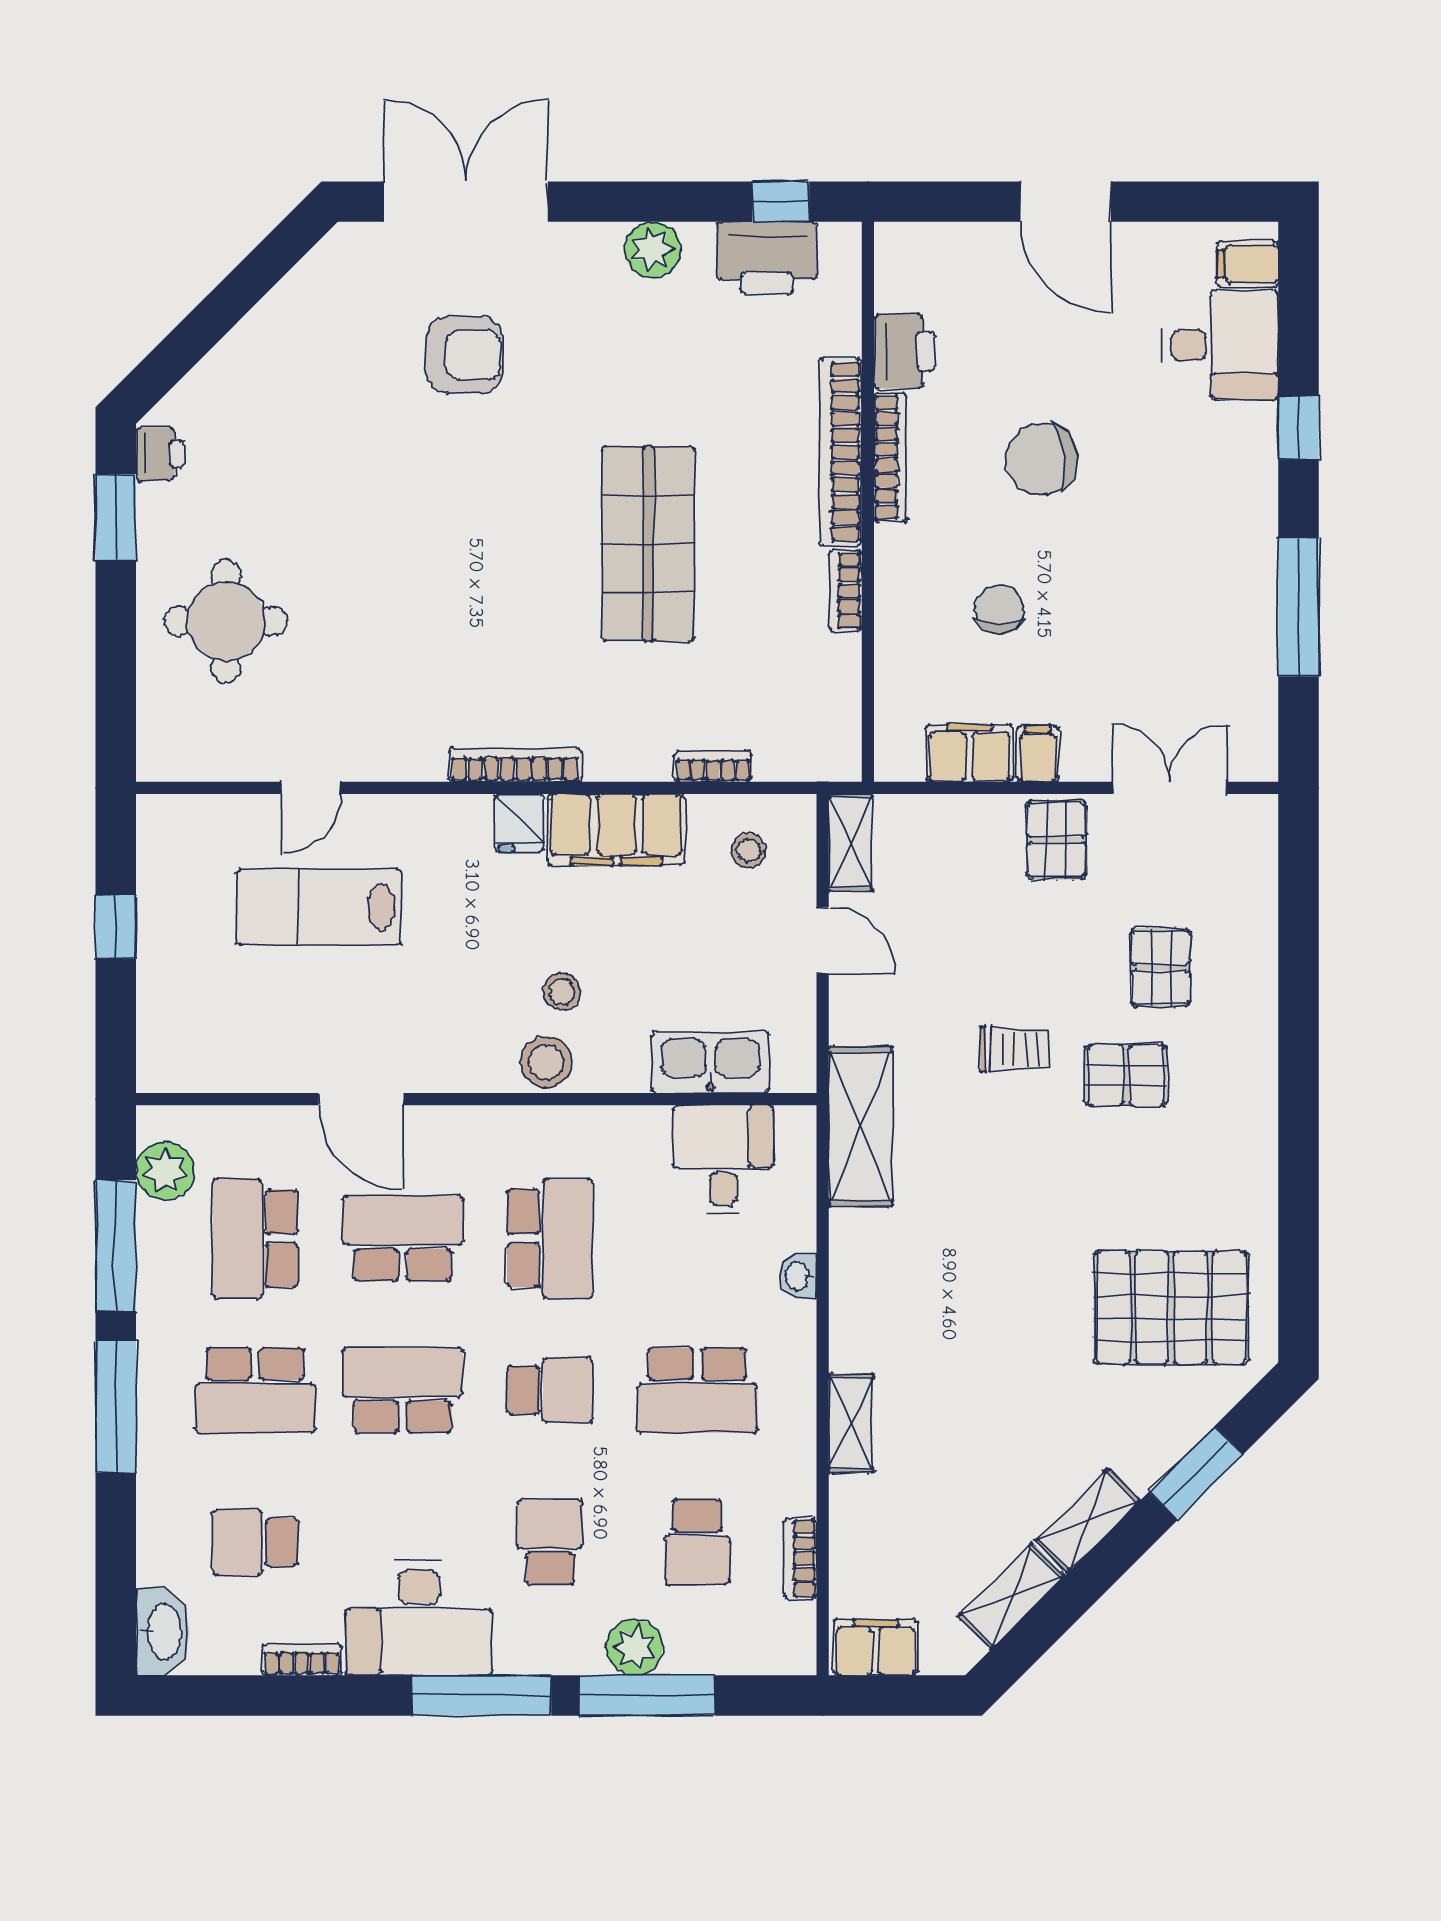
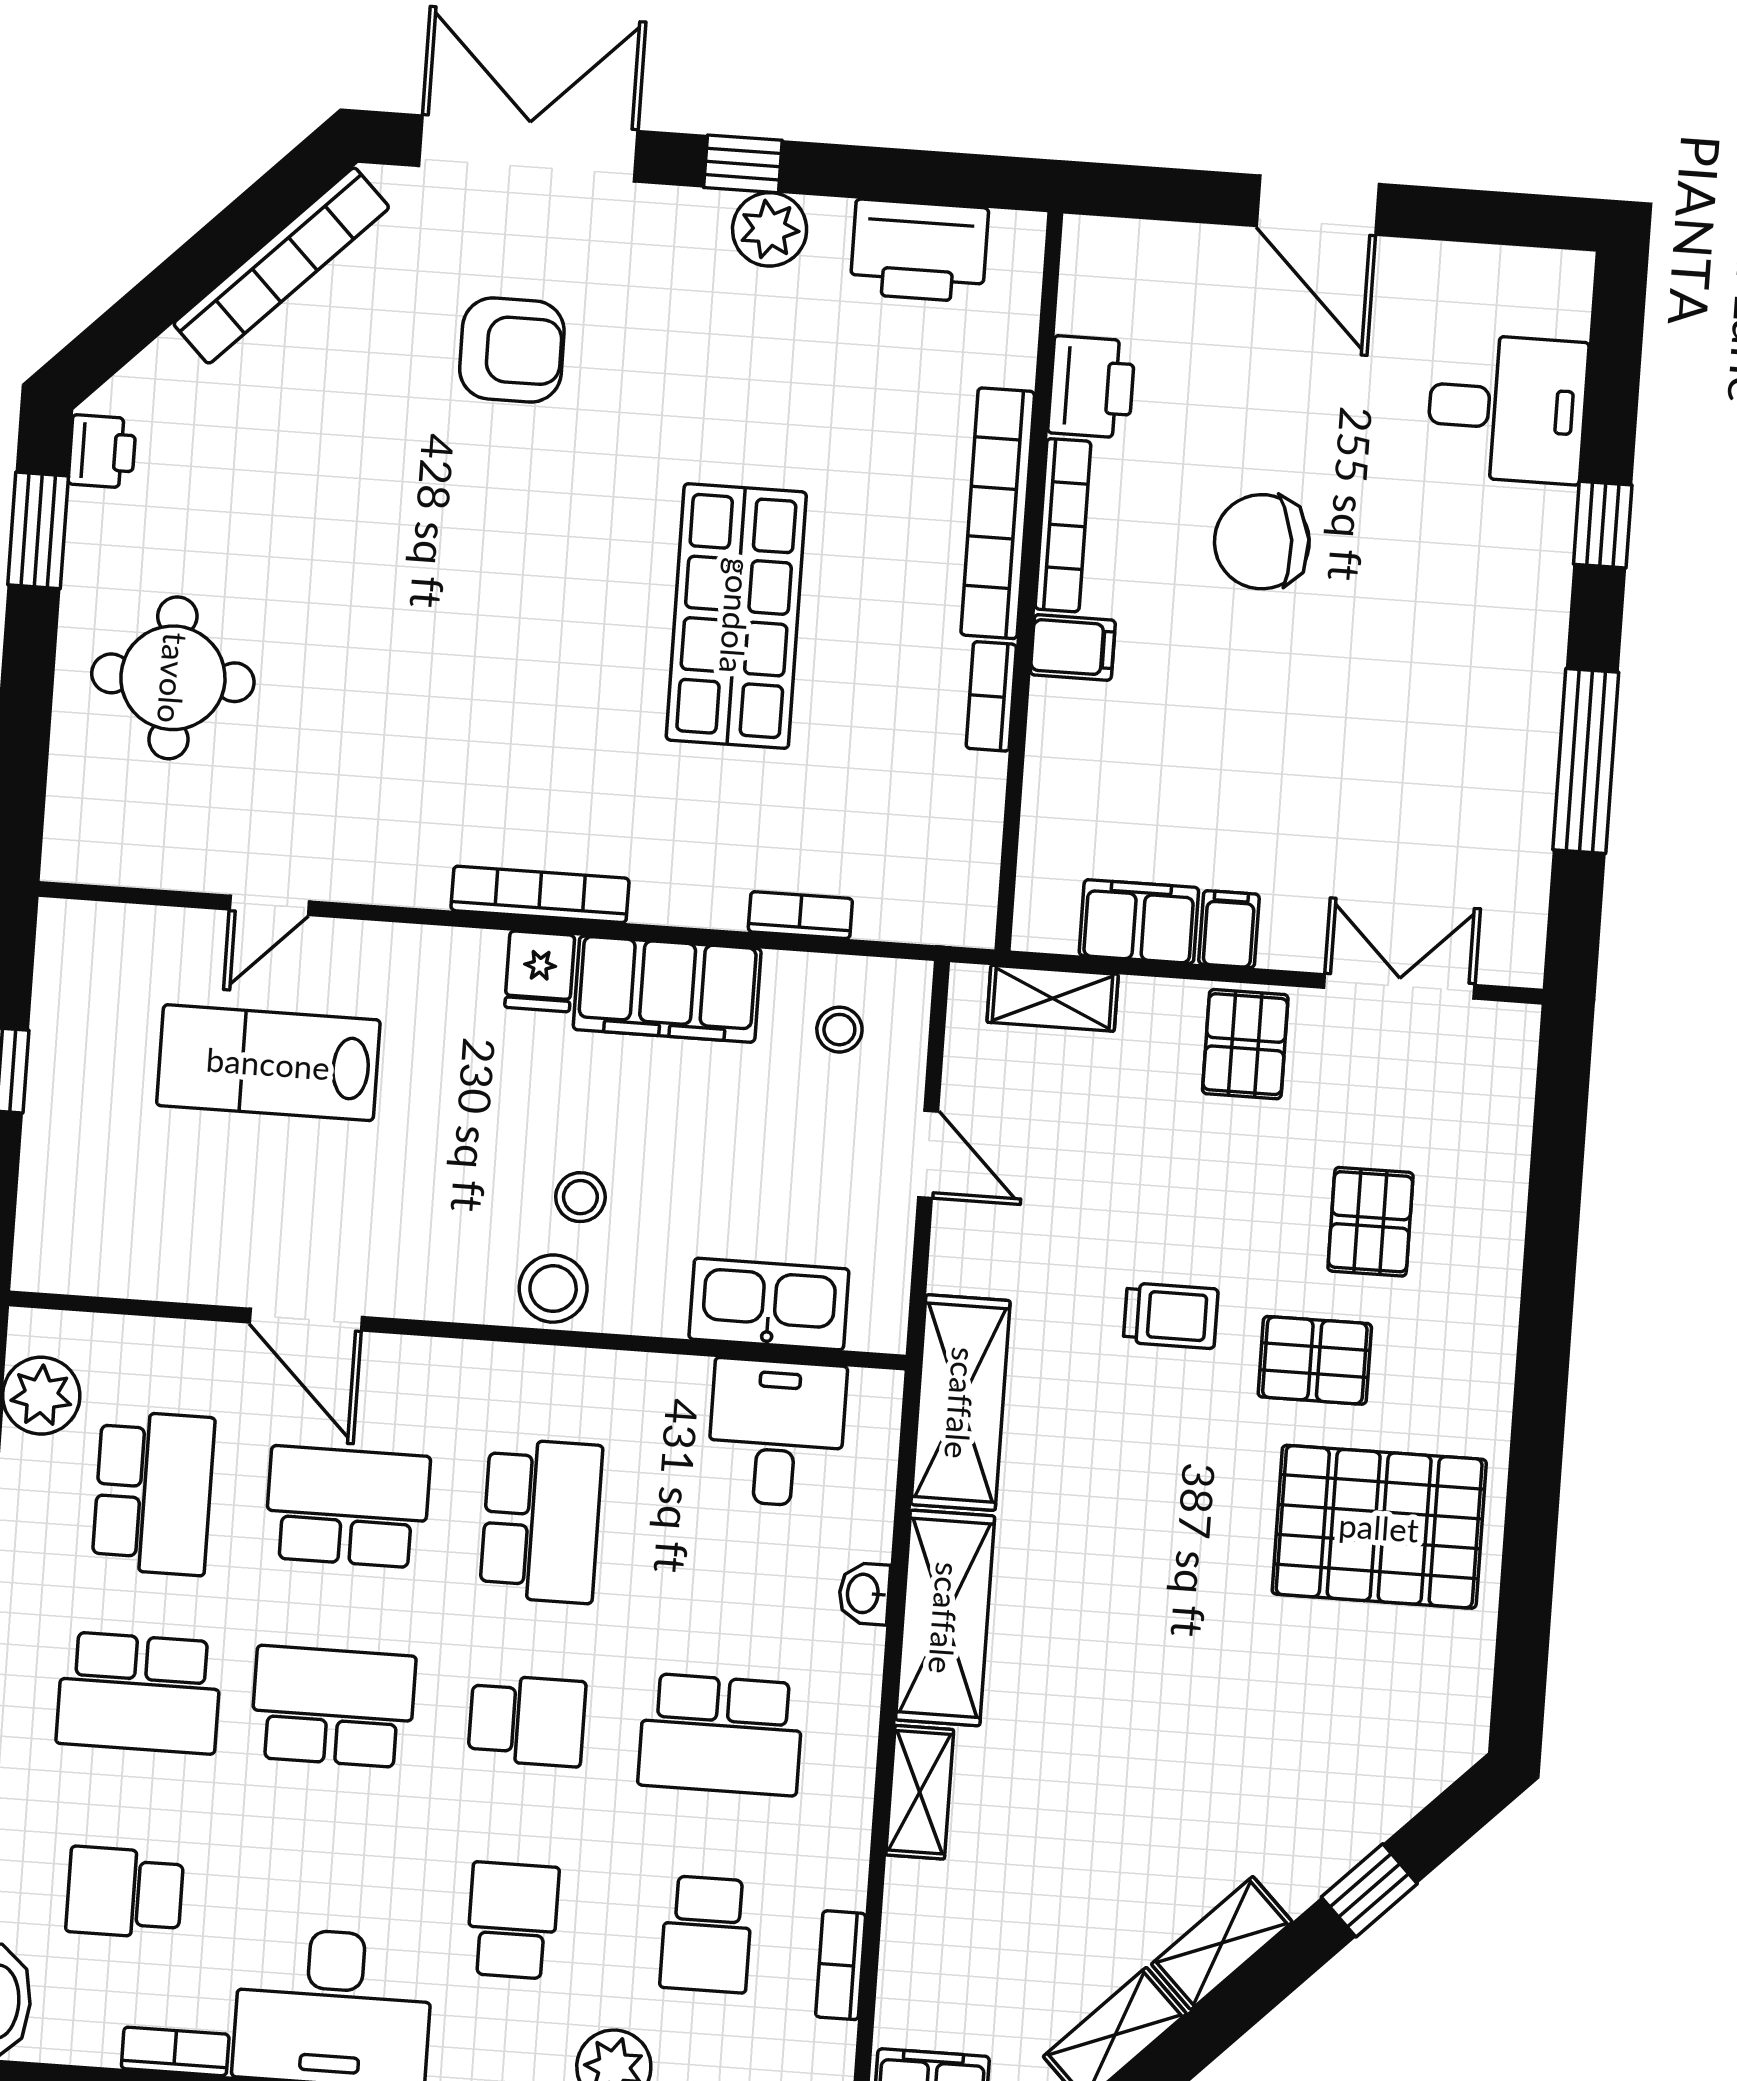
window: (781, 202) -> (743, 164), moved
filing cabinet: (1248, 264) -> (1073, 647), moved, turned 180
bookcase: (285, 304) -> (281, 266), added
chair: (999, 609) -> (1192, 736), removed
shelving: (850, 842) -> (1053, 998), moved, turned 90
school desk: (255, 1238) -> (153, 1493), turned 180
shelving: (861, 1290) -> (945, 1618), added
pallet: (1171, 1308) -> (1379, 1527), moved
window: (1196, 1473) -> (1369, 1890), width x0.67

